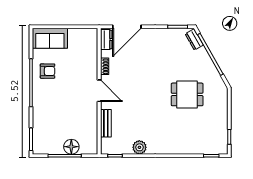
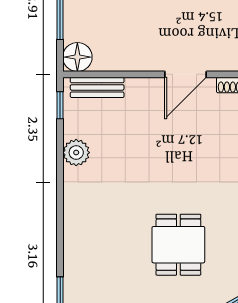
bench: (106, 123) -> (97, 87), moved
floor lamp: (71, 147) -> (77, 57), moved

